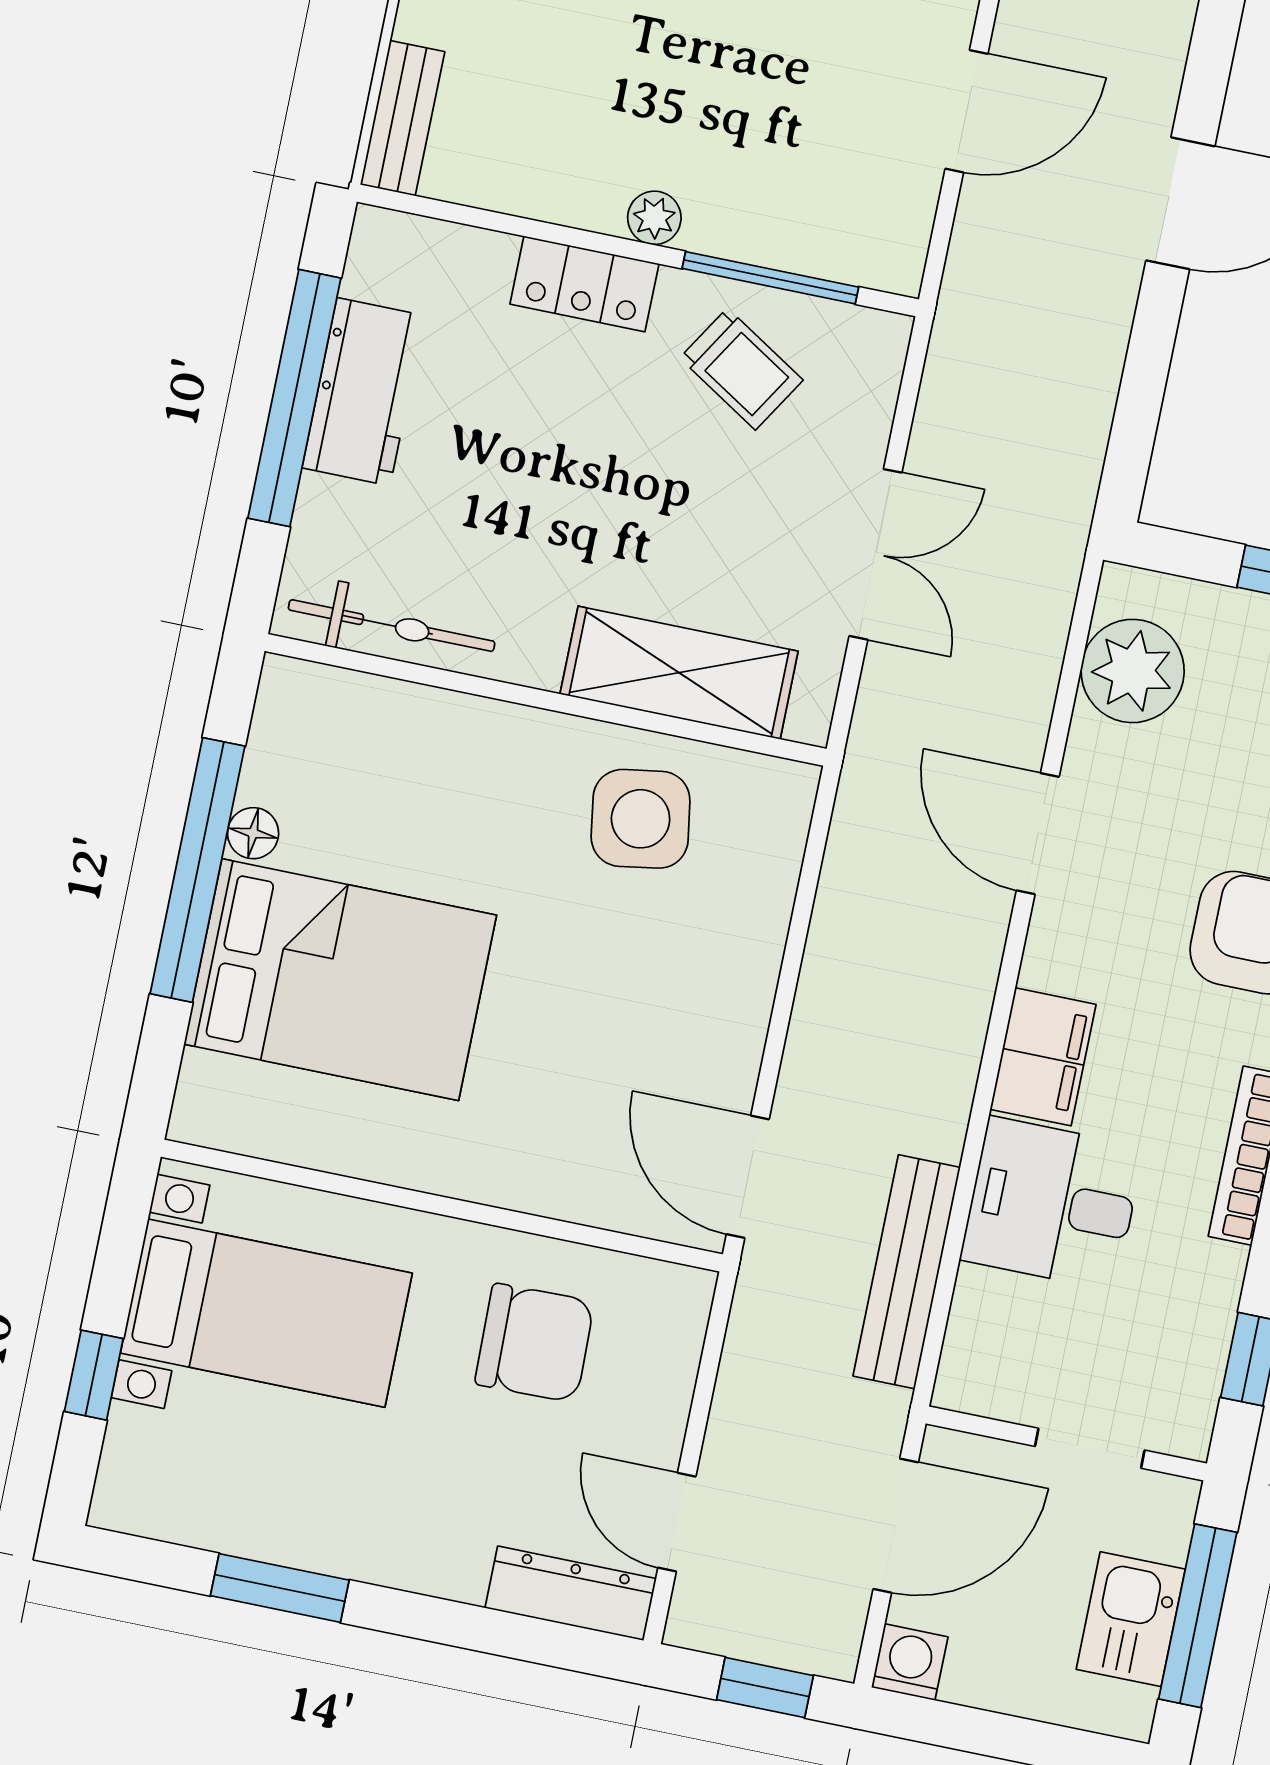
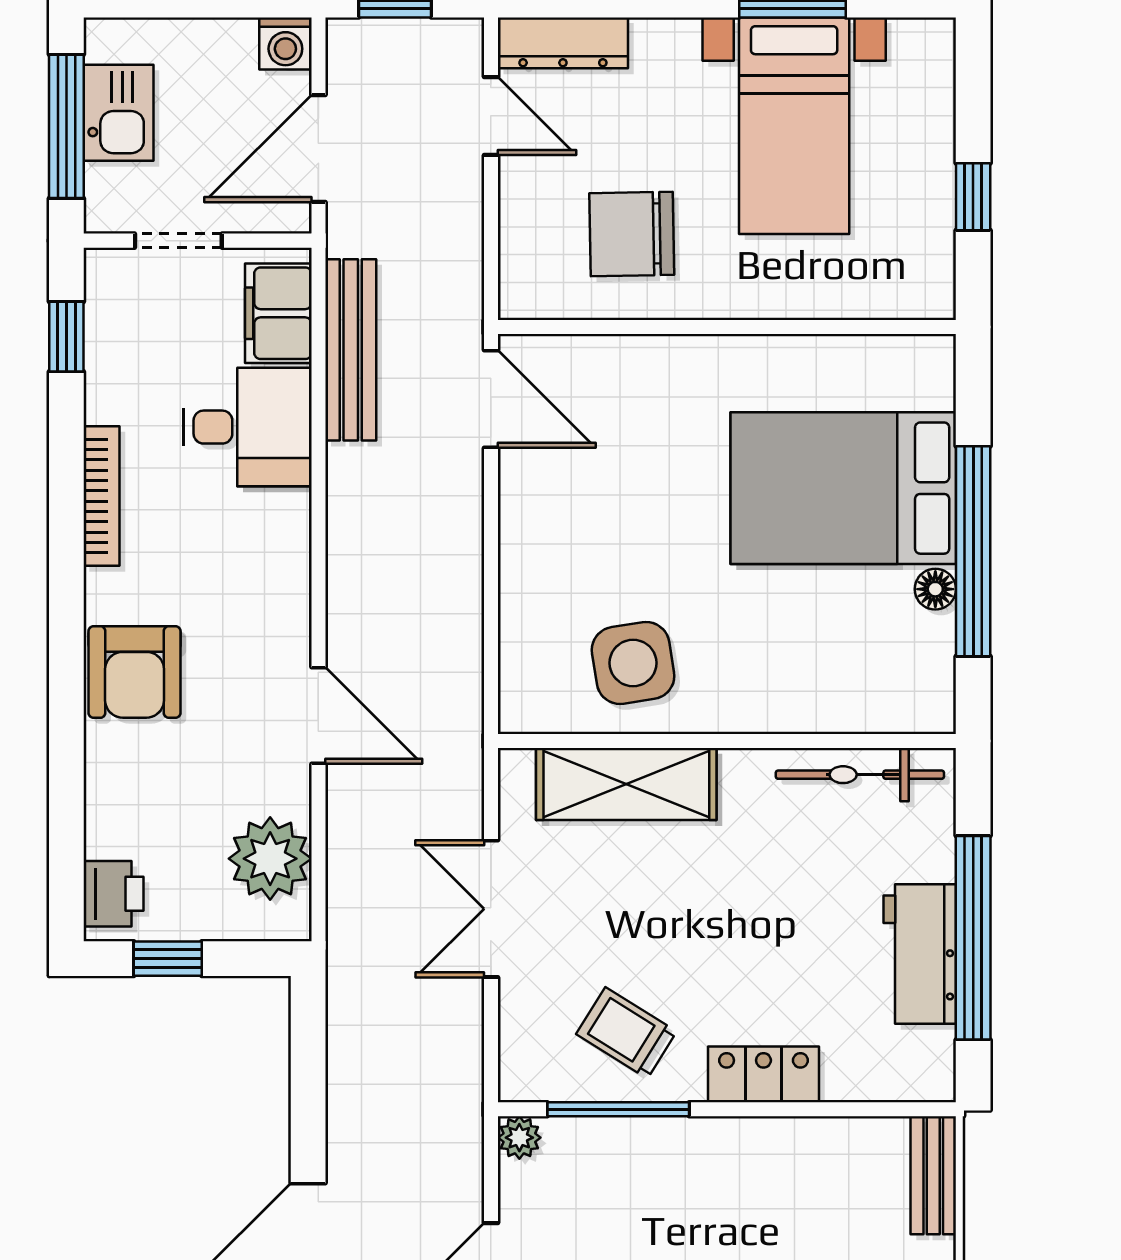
plant: (654, 218) -> (519, 1138), moved
filing cabinet: (1043, 1057) -> (278, 313), moved
bed with nightstands: (266, 1313) -> (794, 126), moved, turned -90
window: (94, 1375) -> (973, 197), moved

